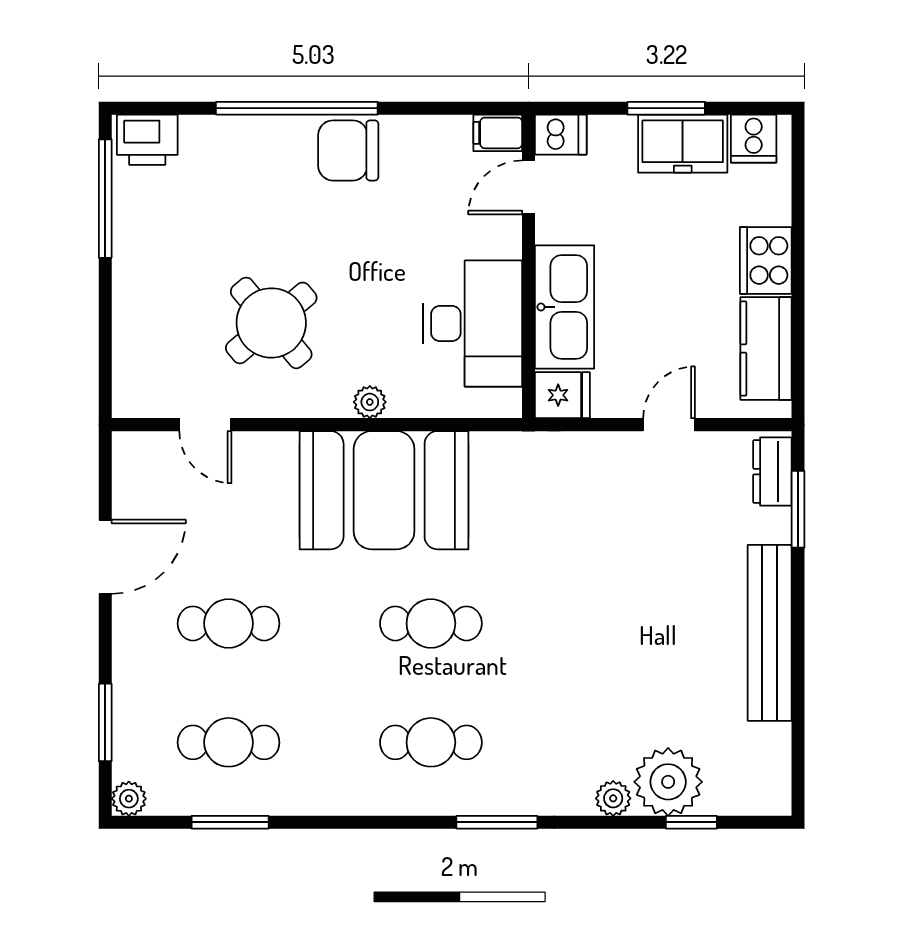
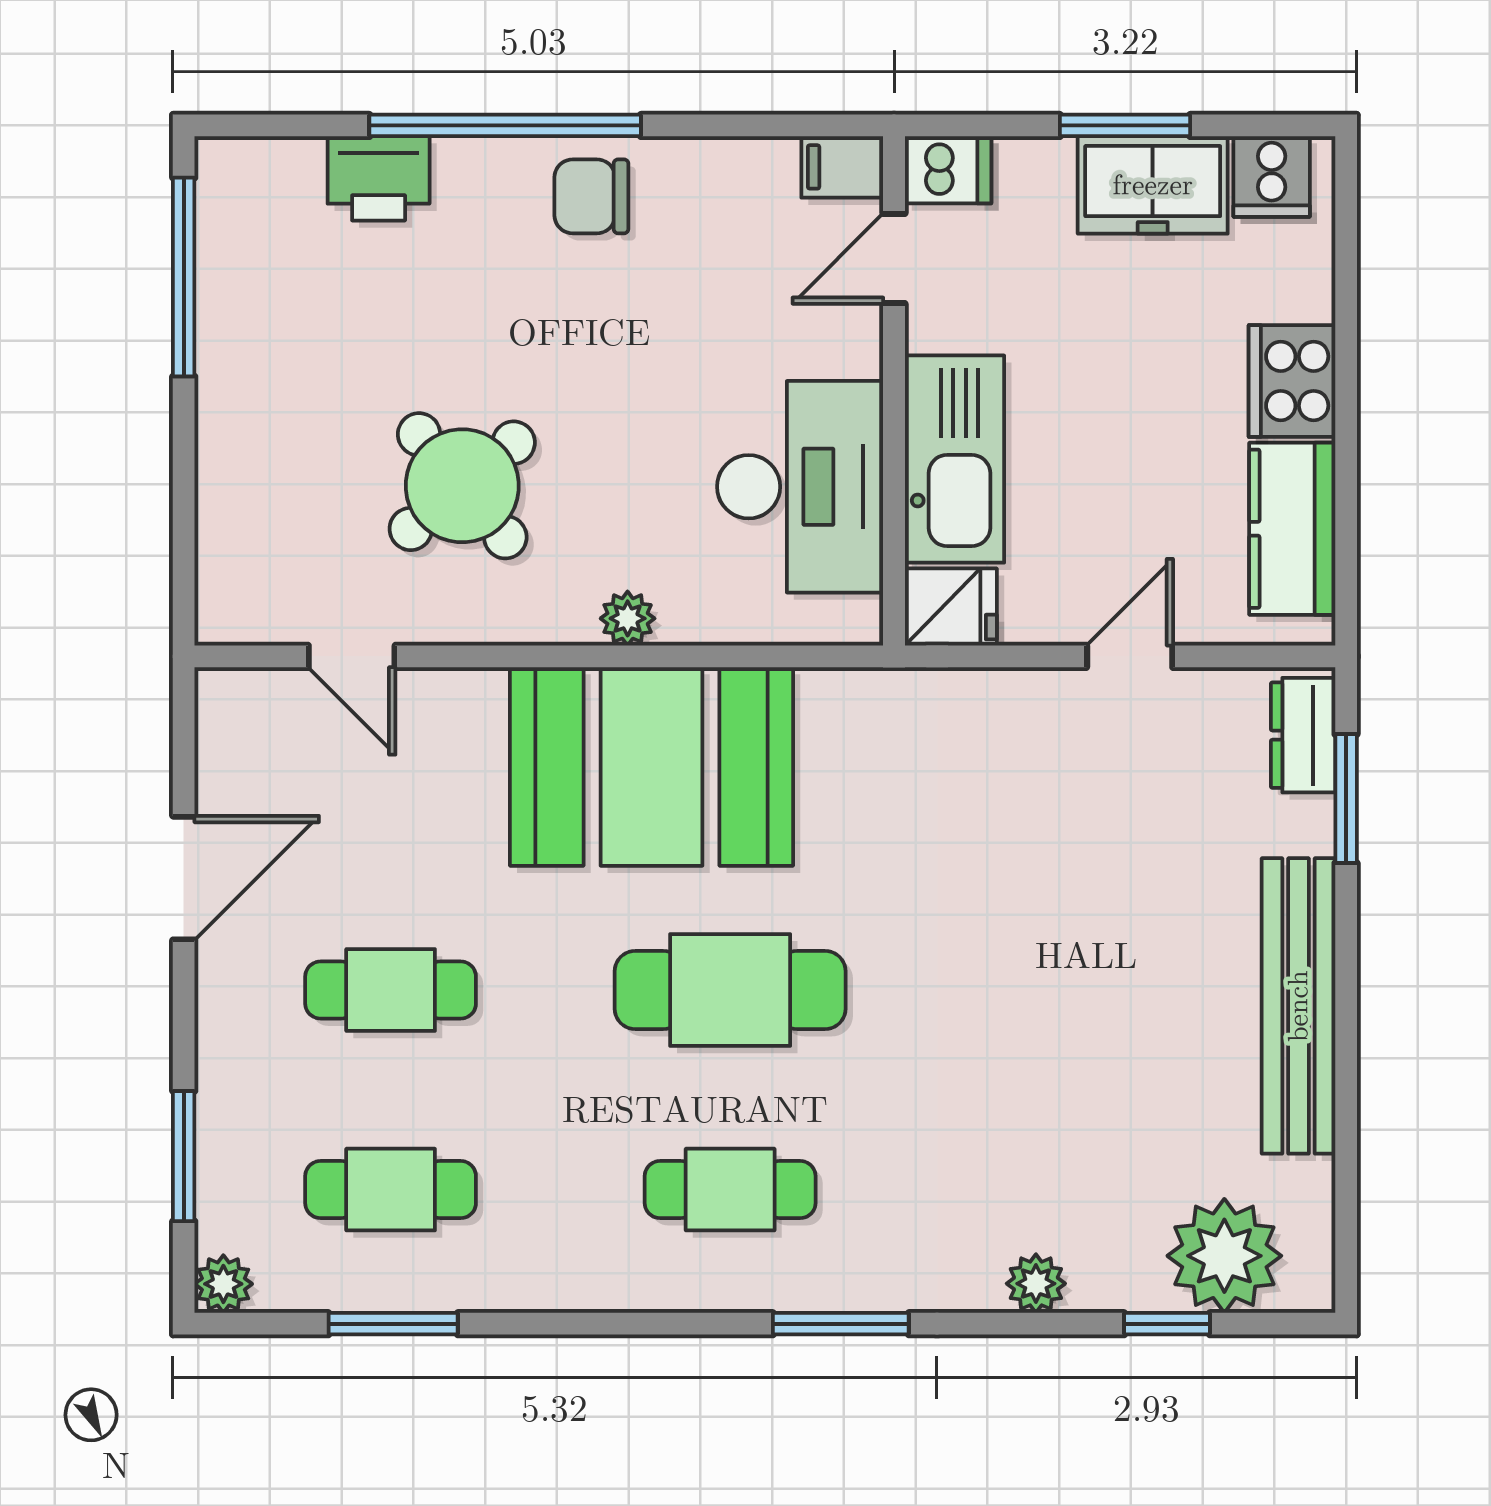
printer: (147, 140) -> (379, 178), moved
chair: (348, 150) -> (591, 196), width x0.73, depth x0.73
cafe table: (431, 623) -> (730, 990), width x1.37, depth x1.35
plant: (668, 782) -> (1224, 1256), moved

